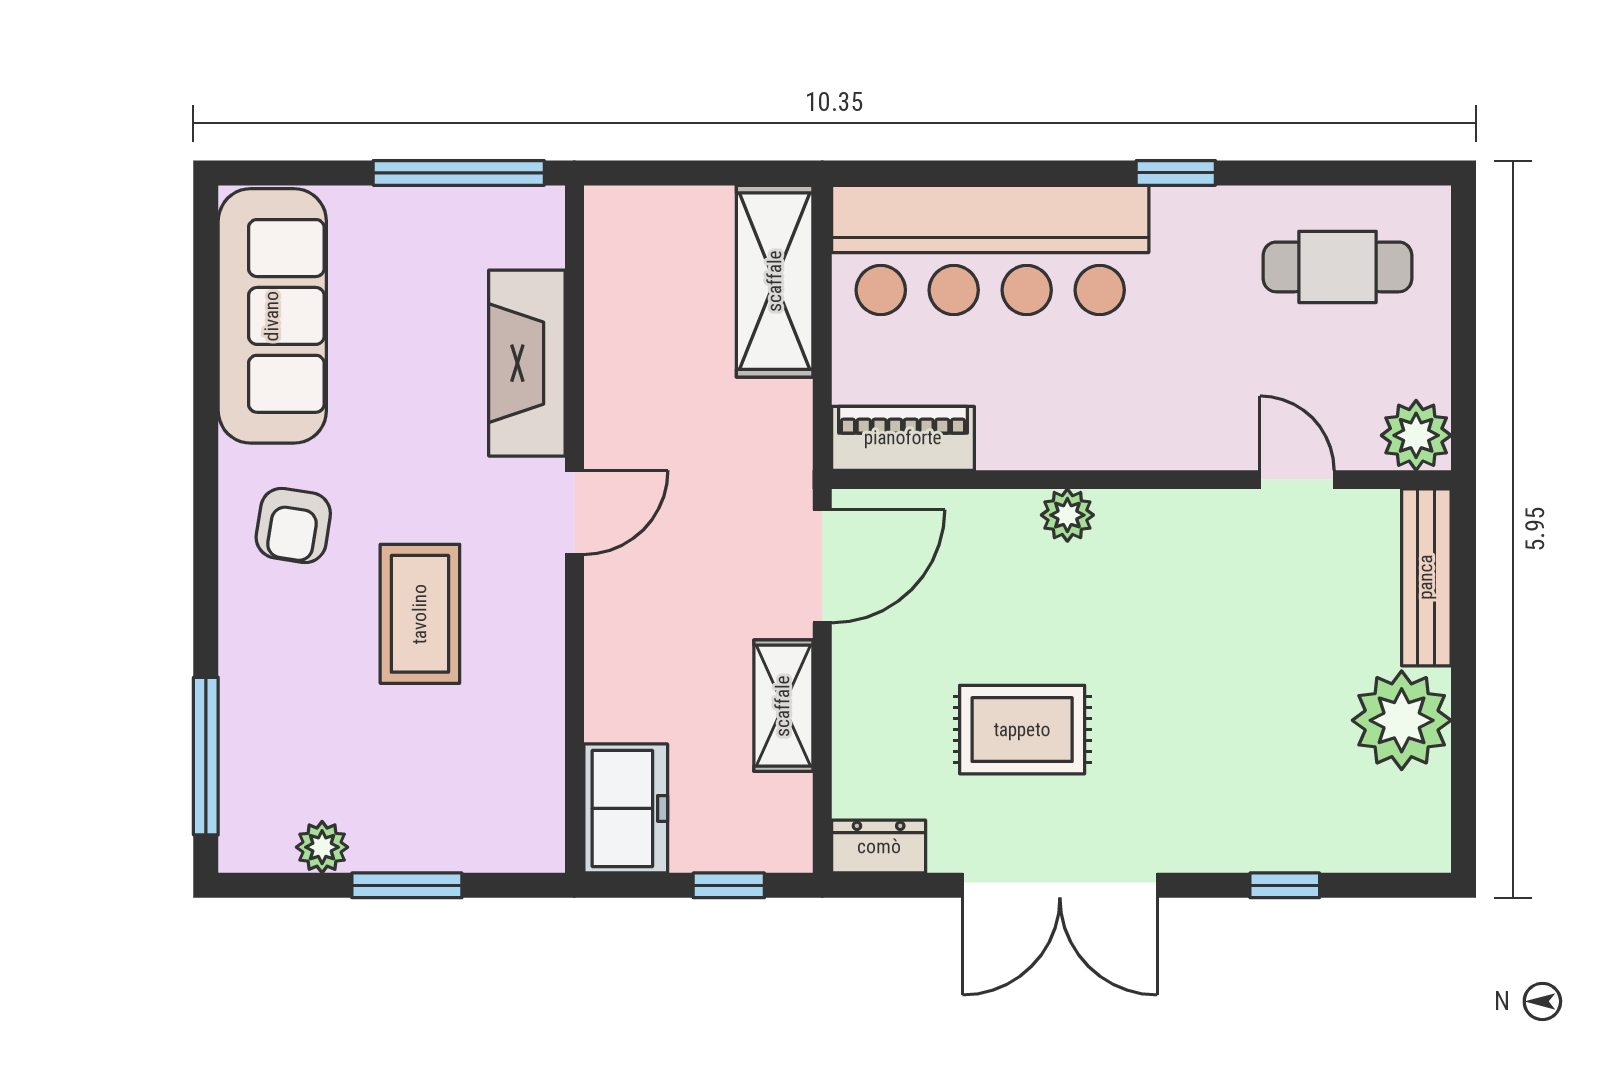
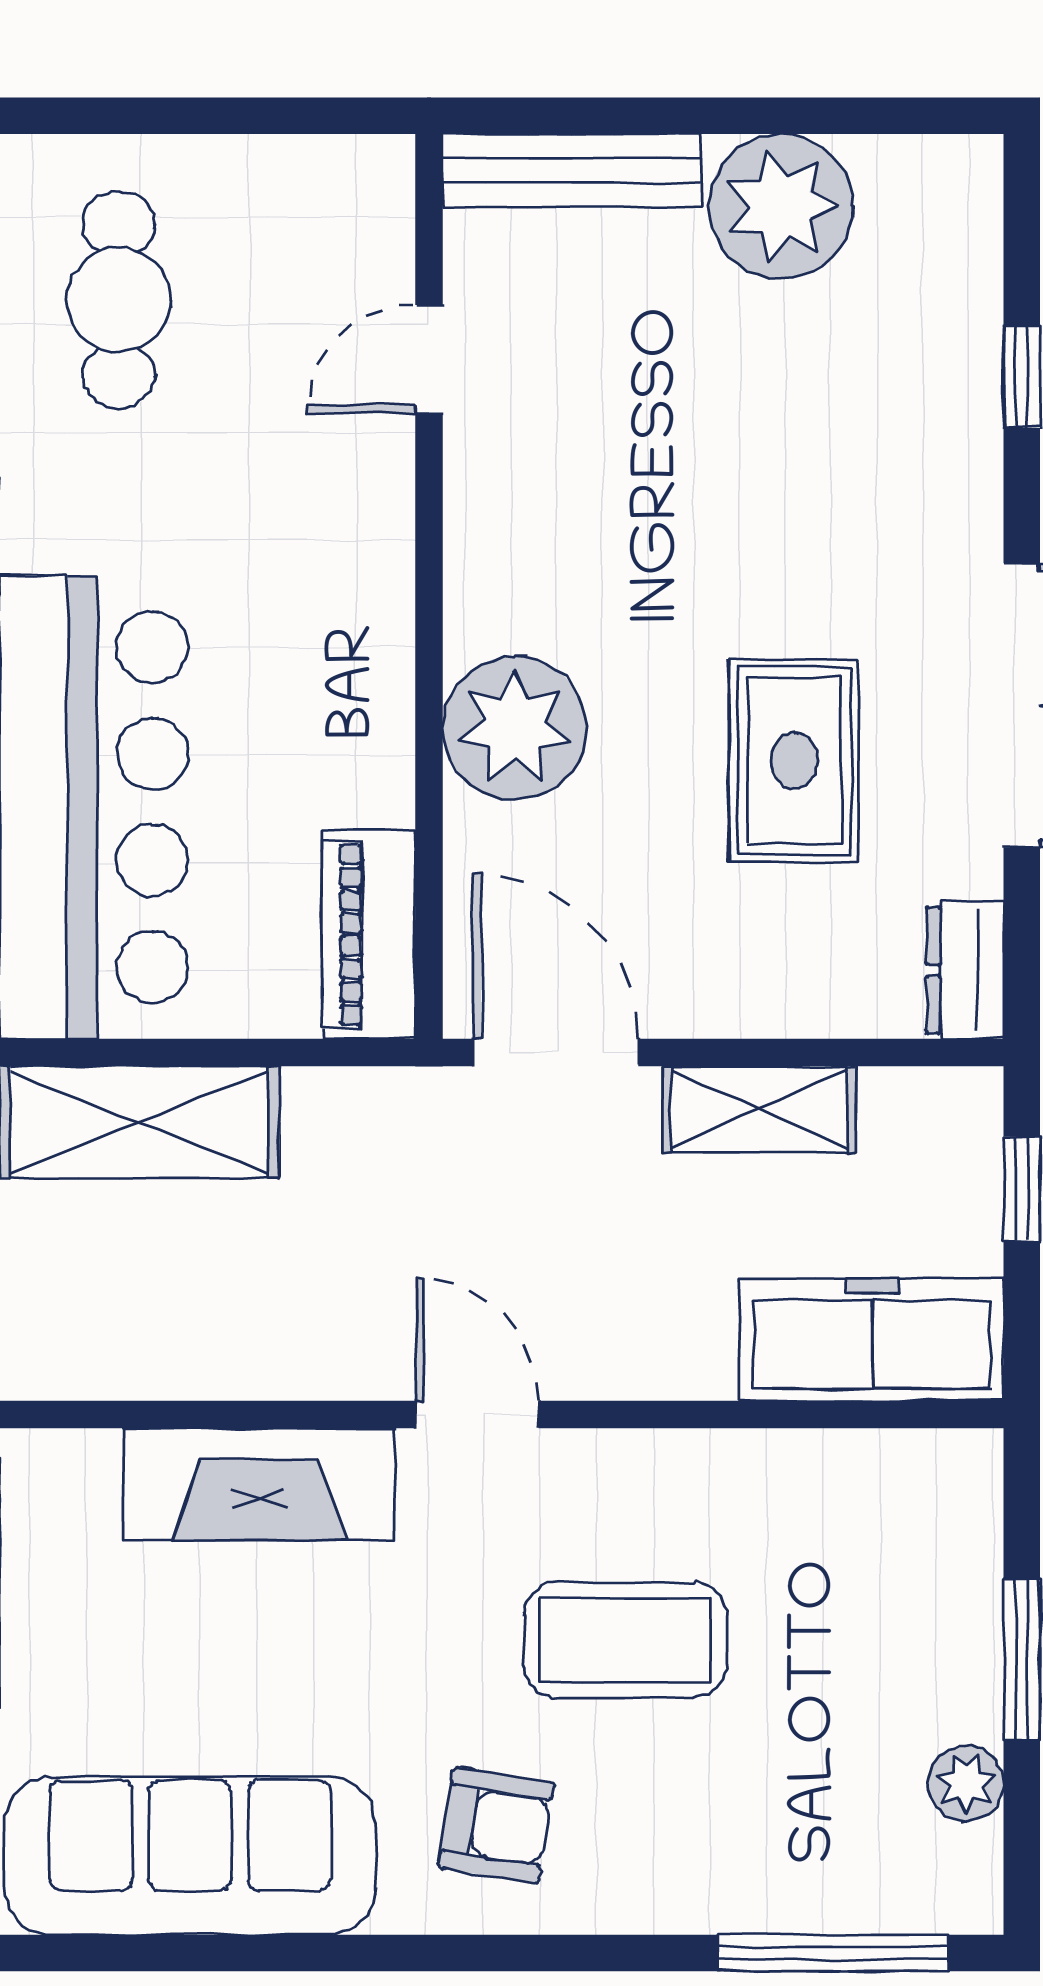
plant: (1416, 435) -> (364, 185), removed
plant: (1067, 515) -> (514, 728), width x1.88, depth x1.88
freezer: (626, 808) -> (872, 1340), width x1.40

